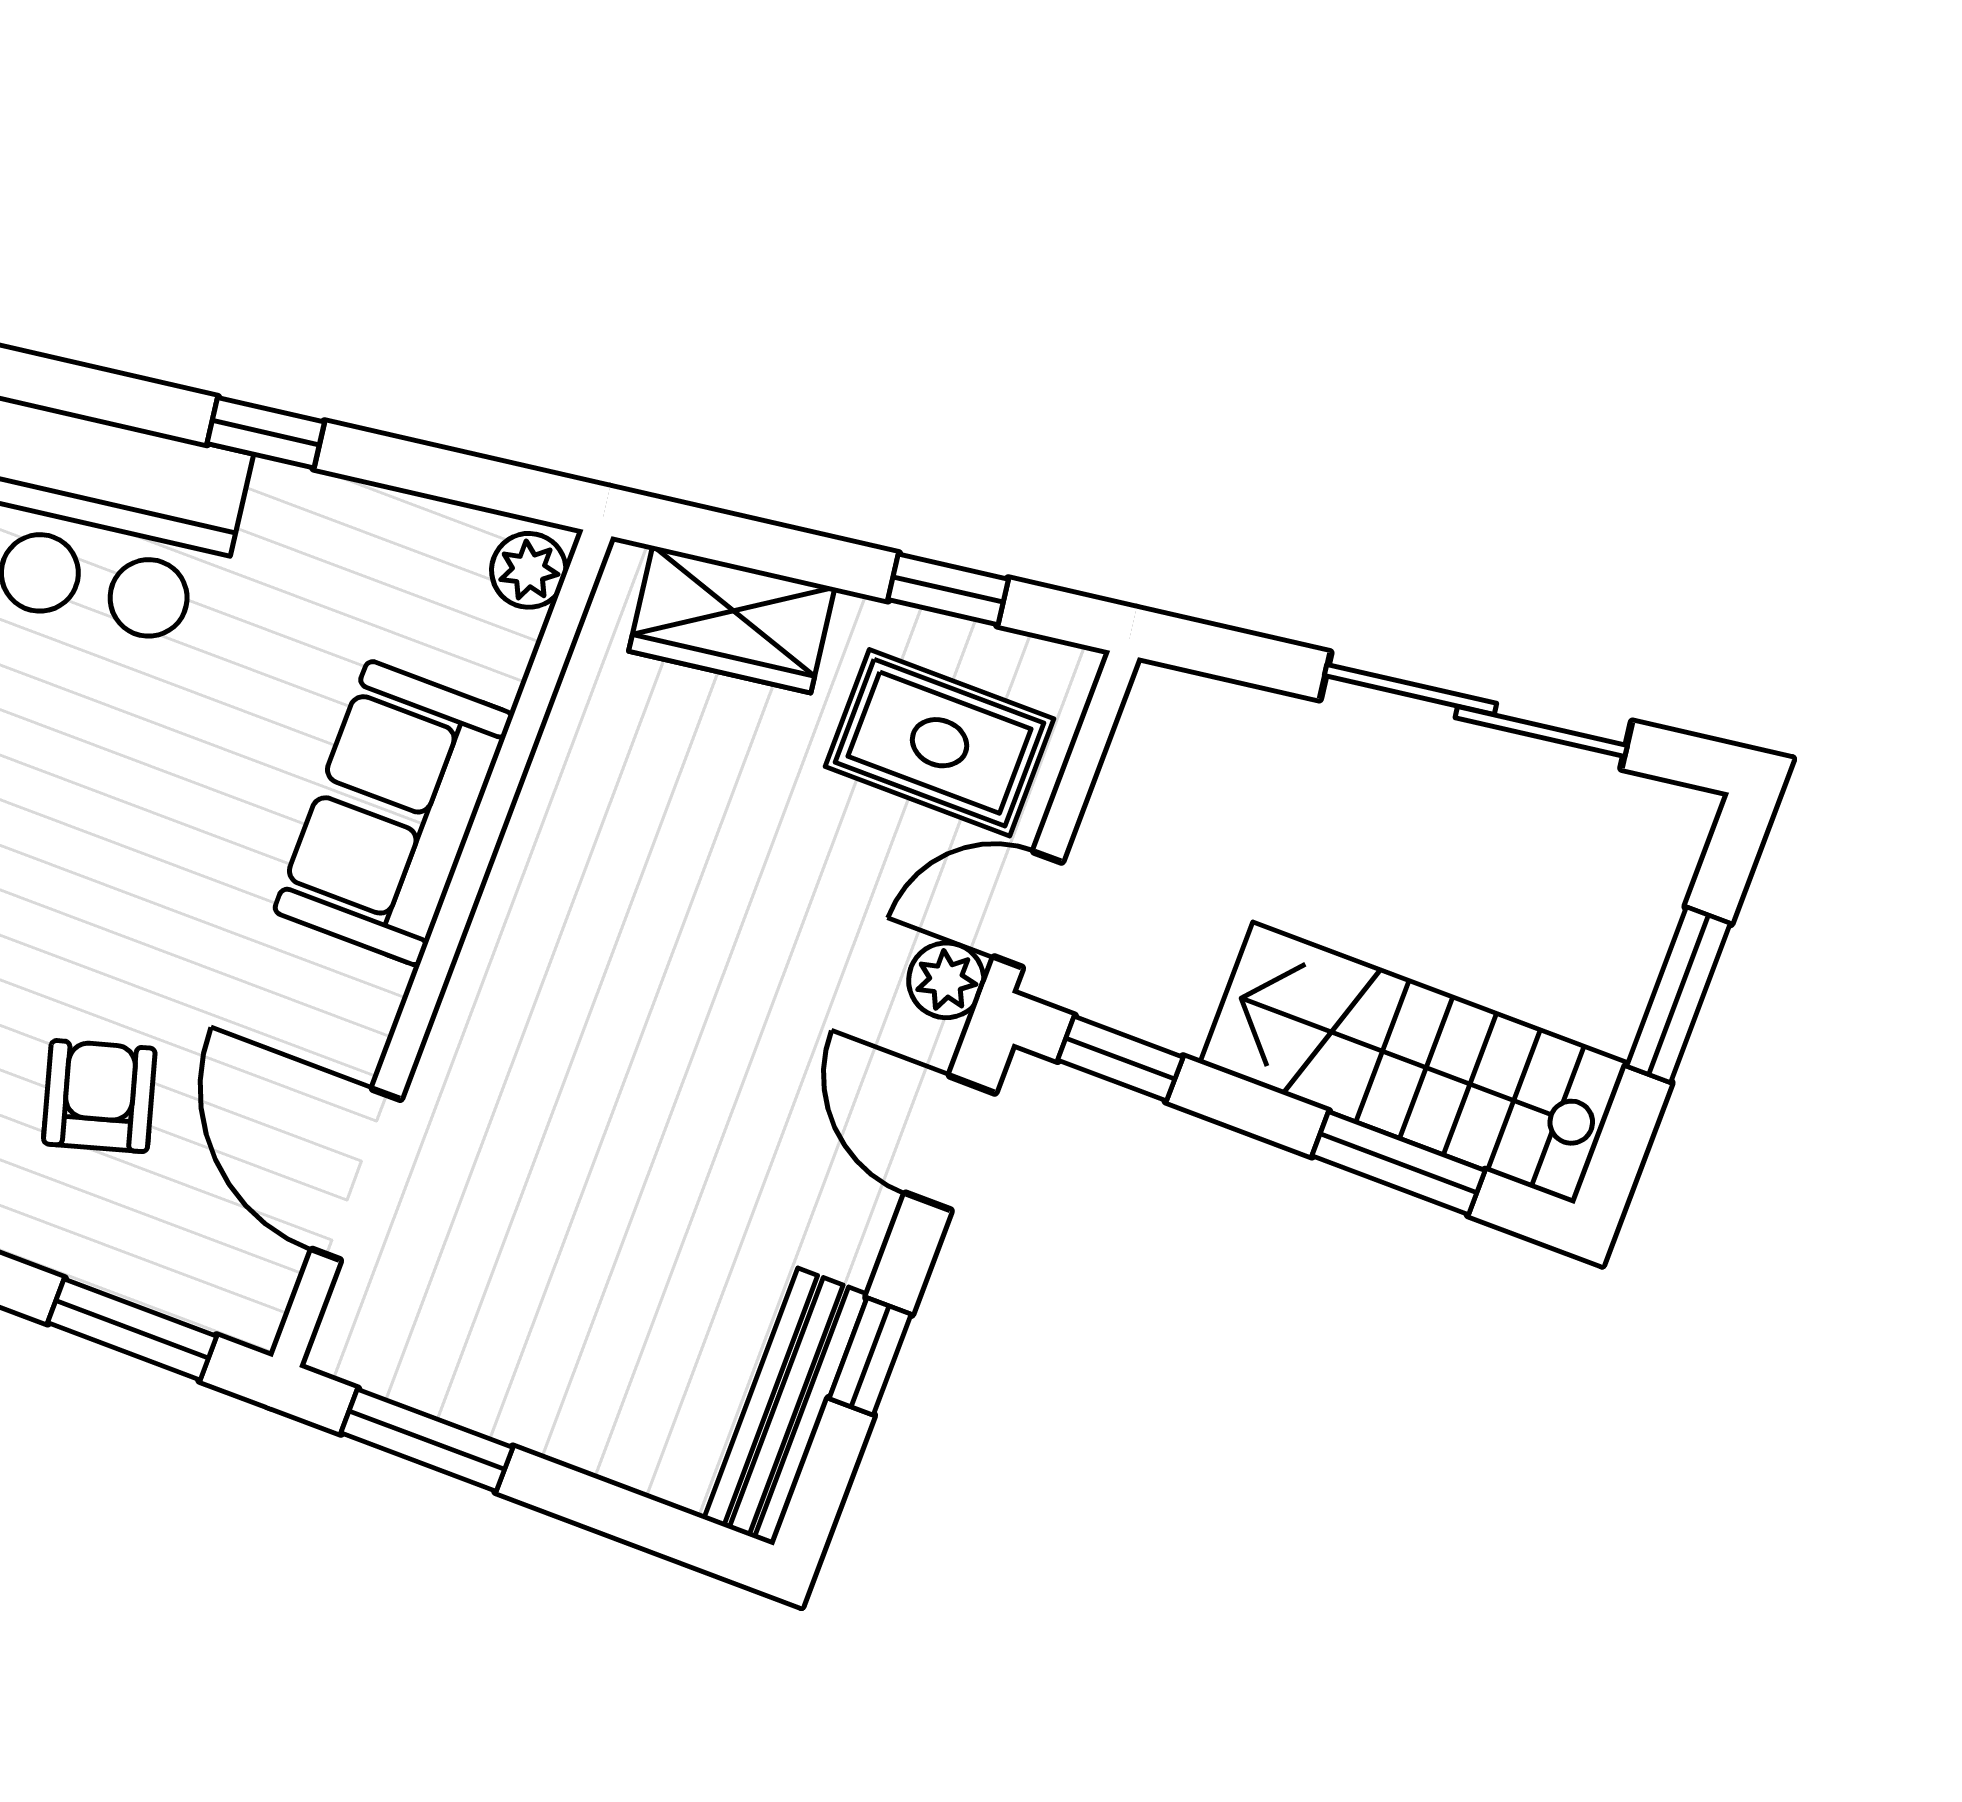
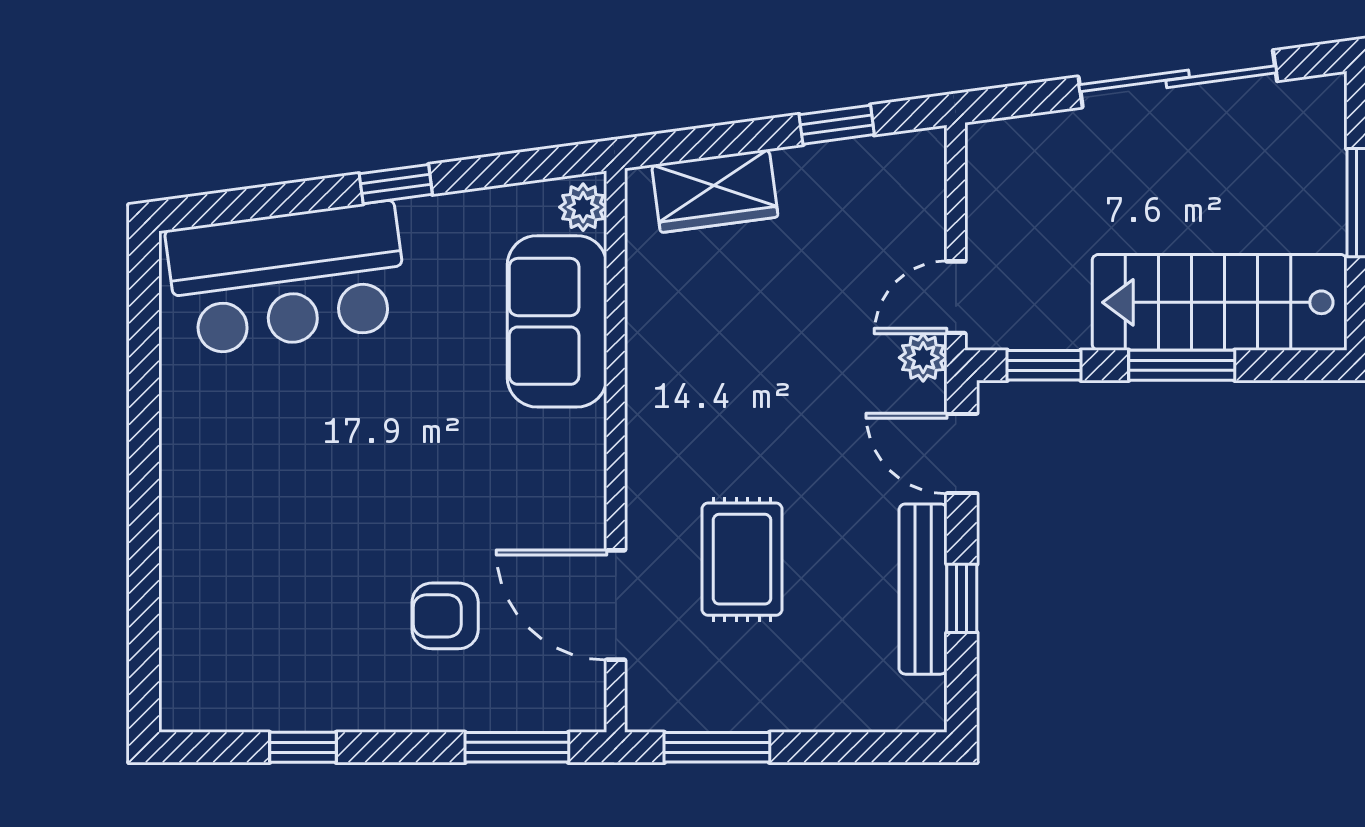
rug: (940, 743) -> (742, 559), moved, turned 90
sofa: (394, 813) -> (557, 321), moved
armchair: (99, 1096) -> (445, 616), turned -74
window: (1398, 1163) -> (1182, 365), moved
bench: (786, 1407) -> (923, 589), moved

